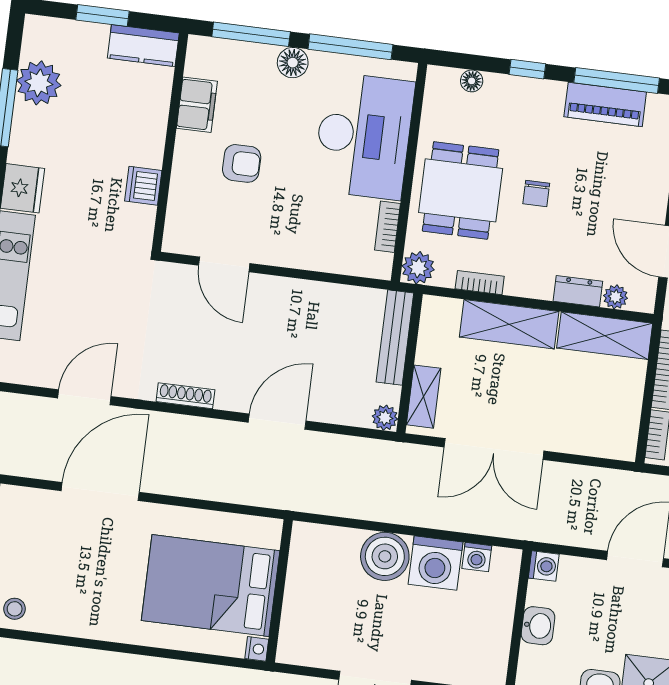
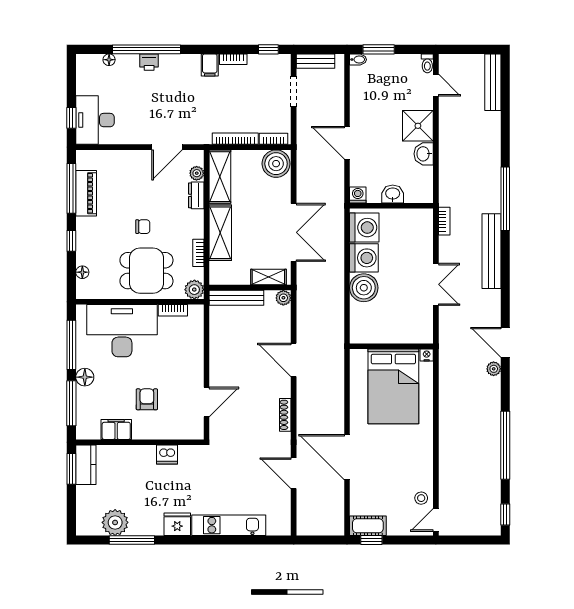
window: (102, 15) -> (71, 469), moved
boiler: (615, 434) -> (276, 164), added
washing machine: (477, 557) -> (364, 228), width x1.89, depth x1.89

